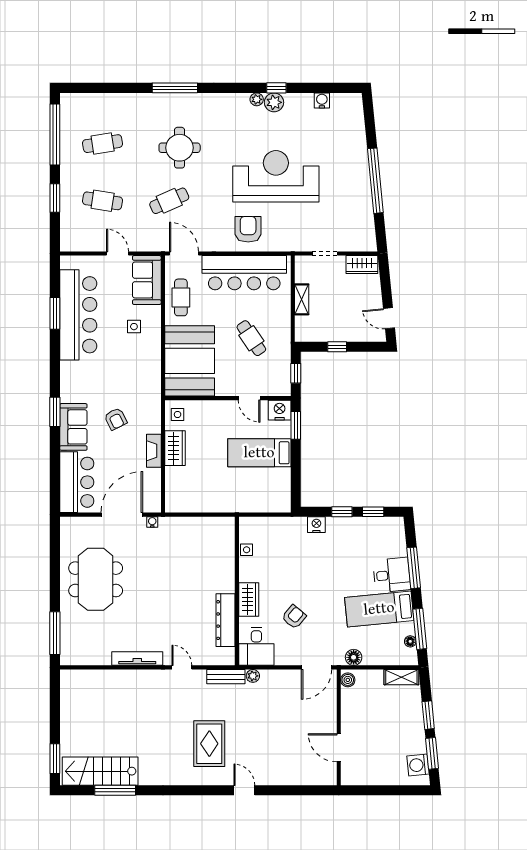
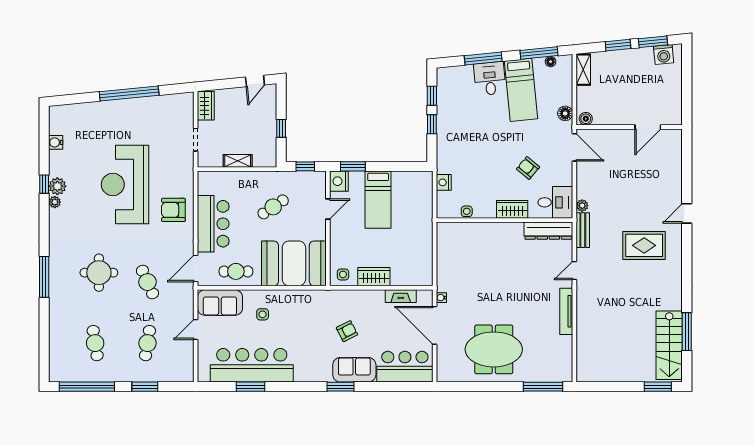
bar counter: (244, 273) -> (213, 224), width x0.73
fireplace: (154, 451) -> (401, 296), moved
nightstand: (316, 525) -> (444, 182), moved
dresser: (225, 620) -> (548, 231), moved

